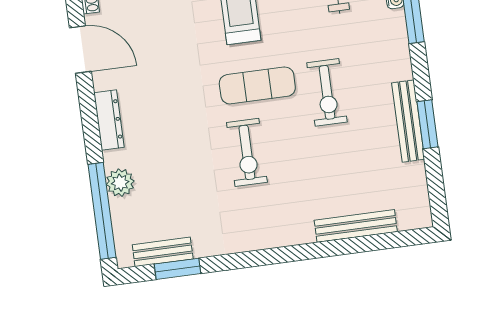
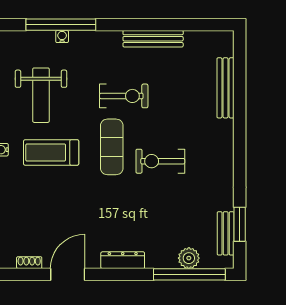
window: (428, 124) -> (157, 25), removed
exercise bike: (247, 152) -> (160, 161), turned 180
plant: (120, 183) -> (189, 258), moved

